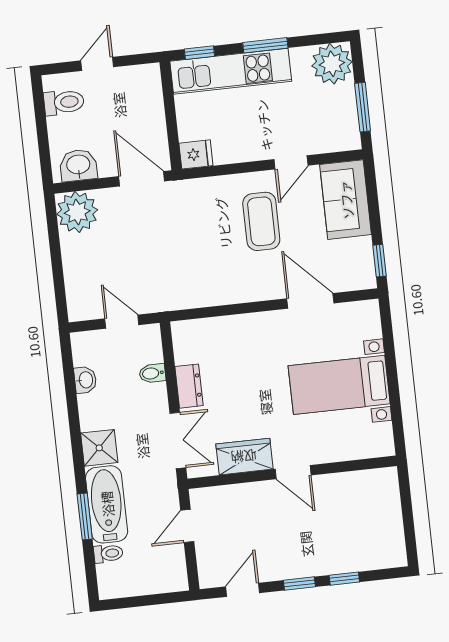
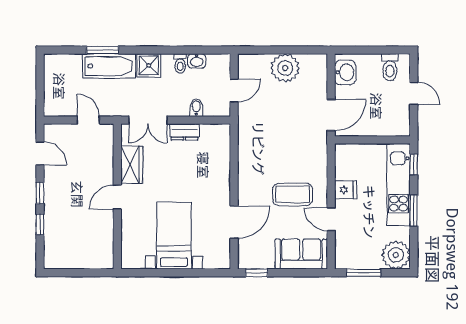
fridge: (196, 154) -> (346, 190), moved, turned -90
plant: (77, 212) -> (285, 68), moved
toilet: (108, 553) -> (180, 64), moved

